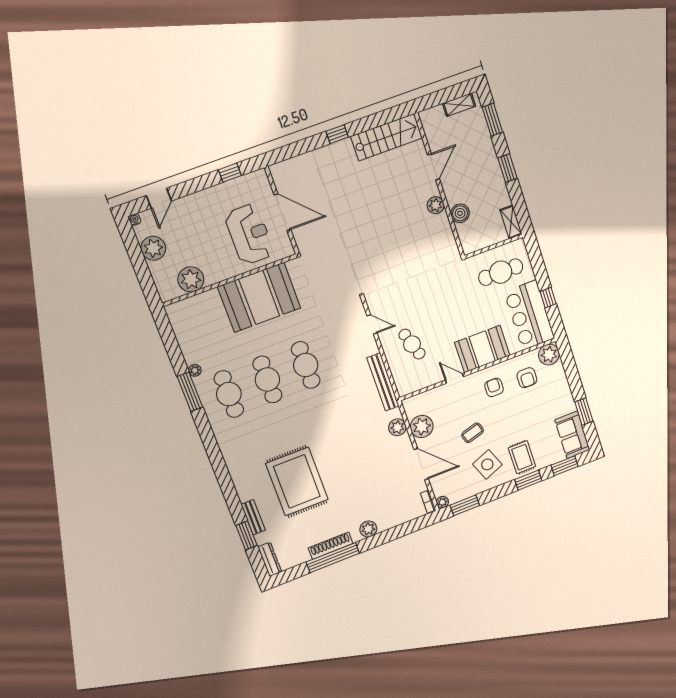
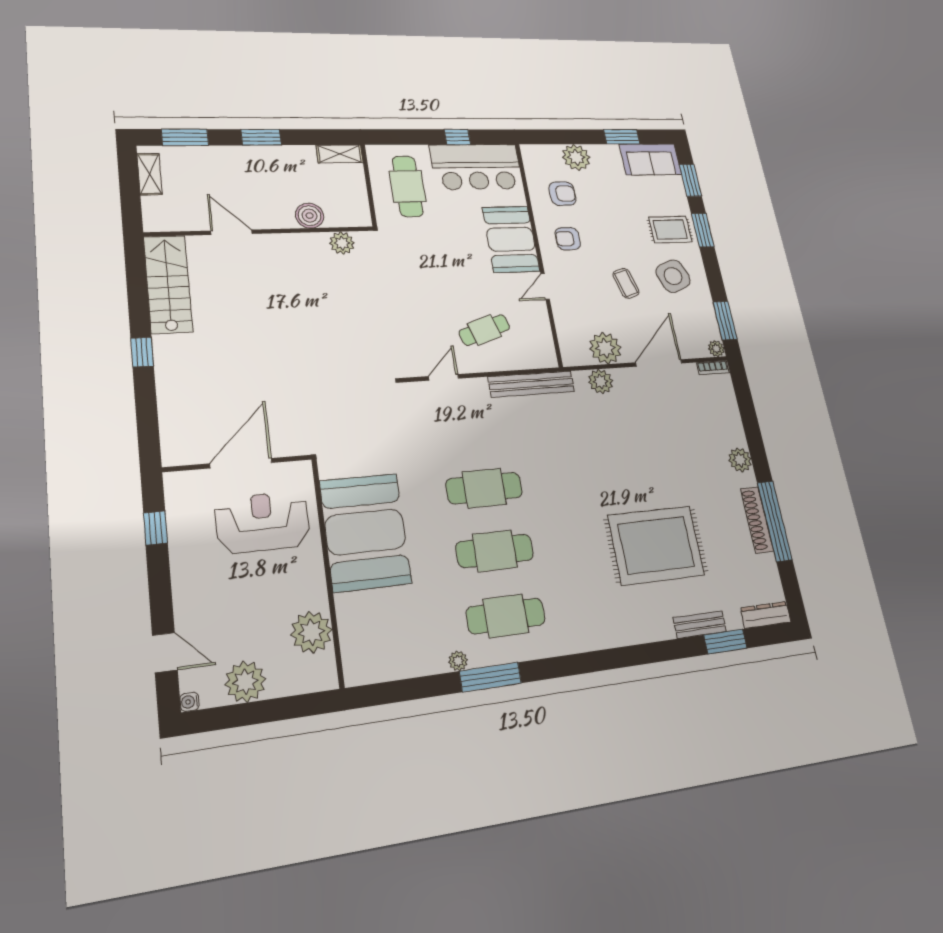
plant: (436, 205) -> (342, 243), moved
plant: (549, 355) -> (576, 157), moved

